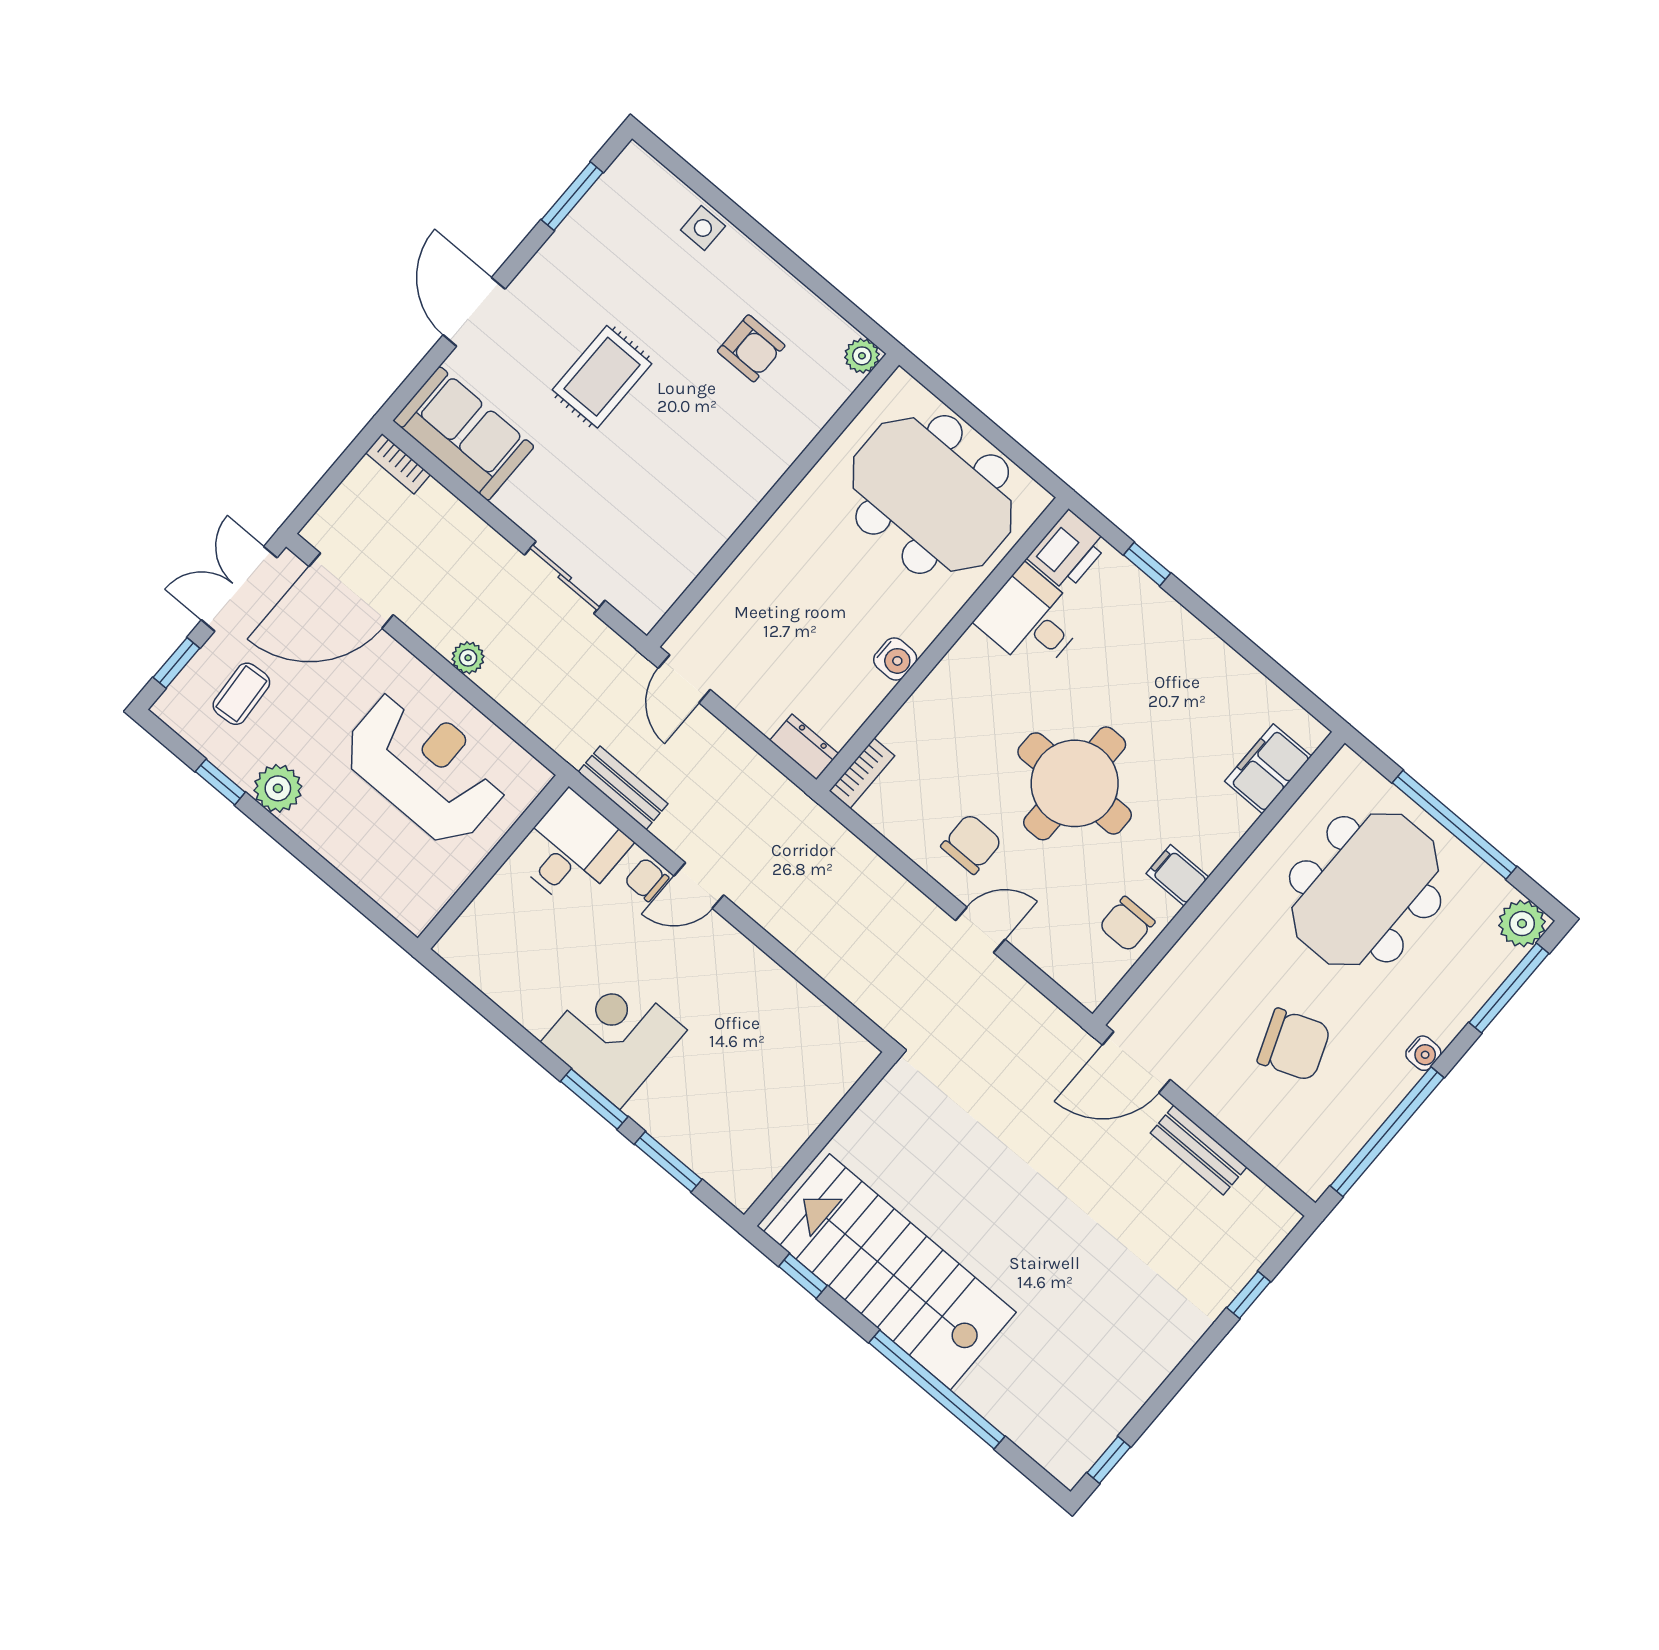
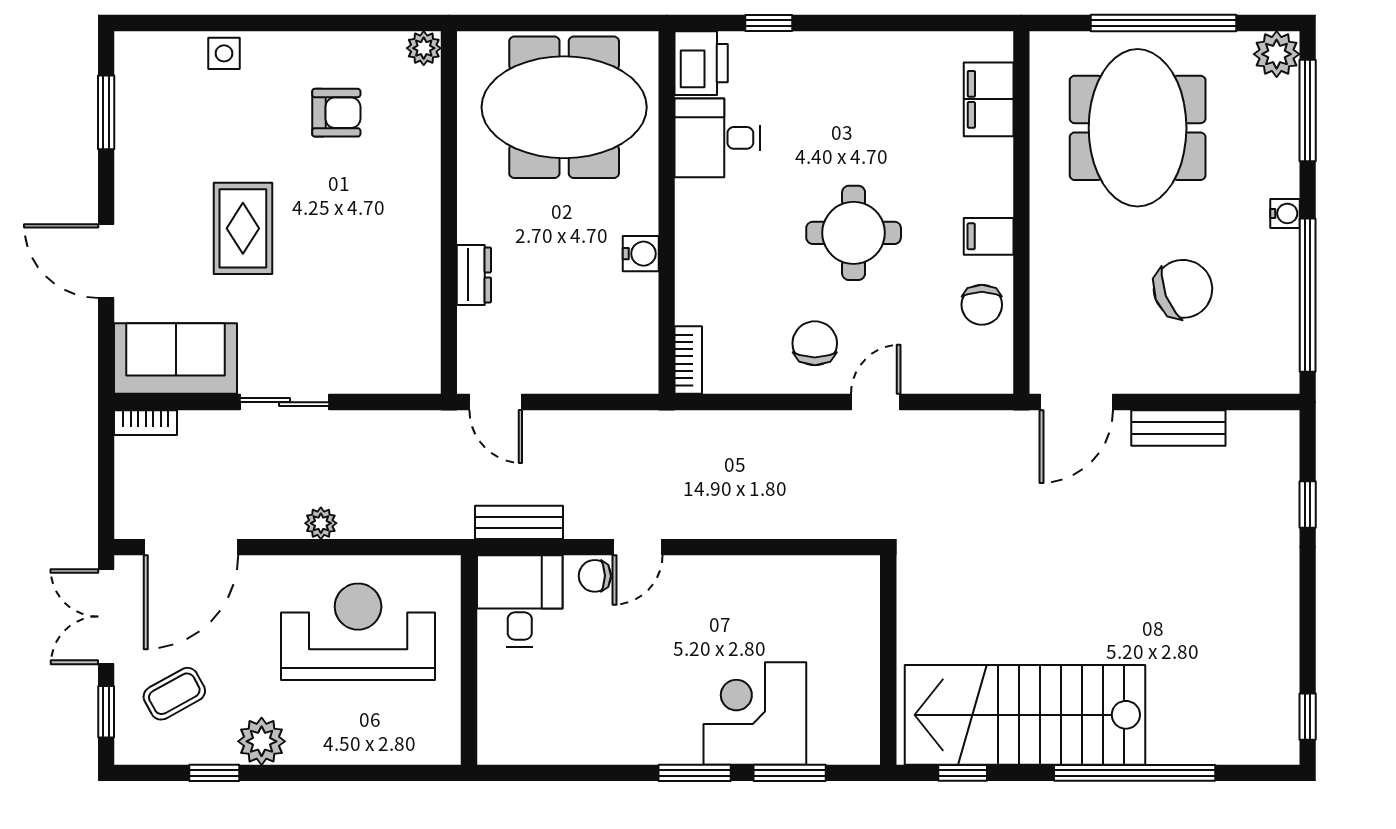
sliding door: (565, 578) -> (285, 402), moved
coffee table: (241, 694) -> (174, 694), turned 65
dresser: (804, 747) -> (474, 275), moved, turned 90
round table: (1075, 783) -> (854, 233), width x0.73, depth x0.73
corner desk: (614, 1036) -> (755, 714), moved

